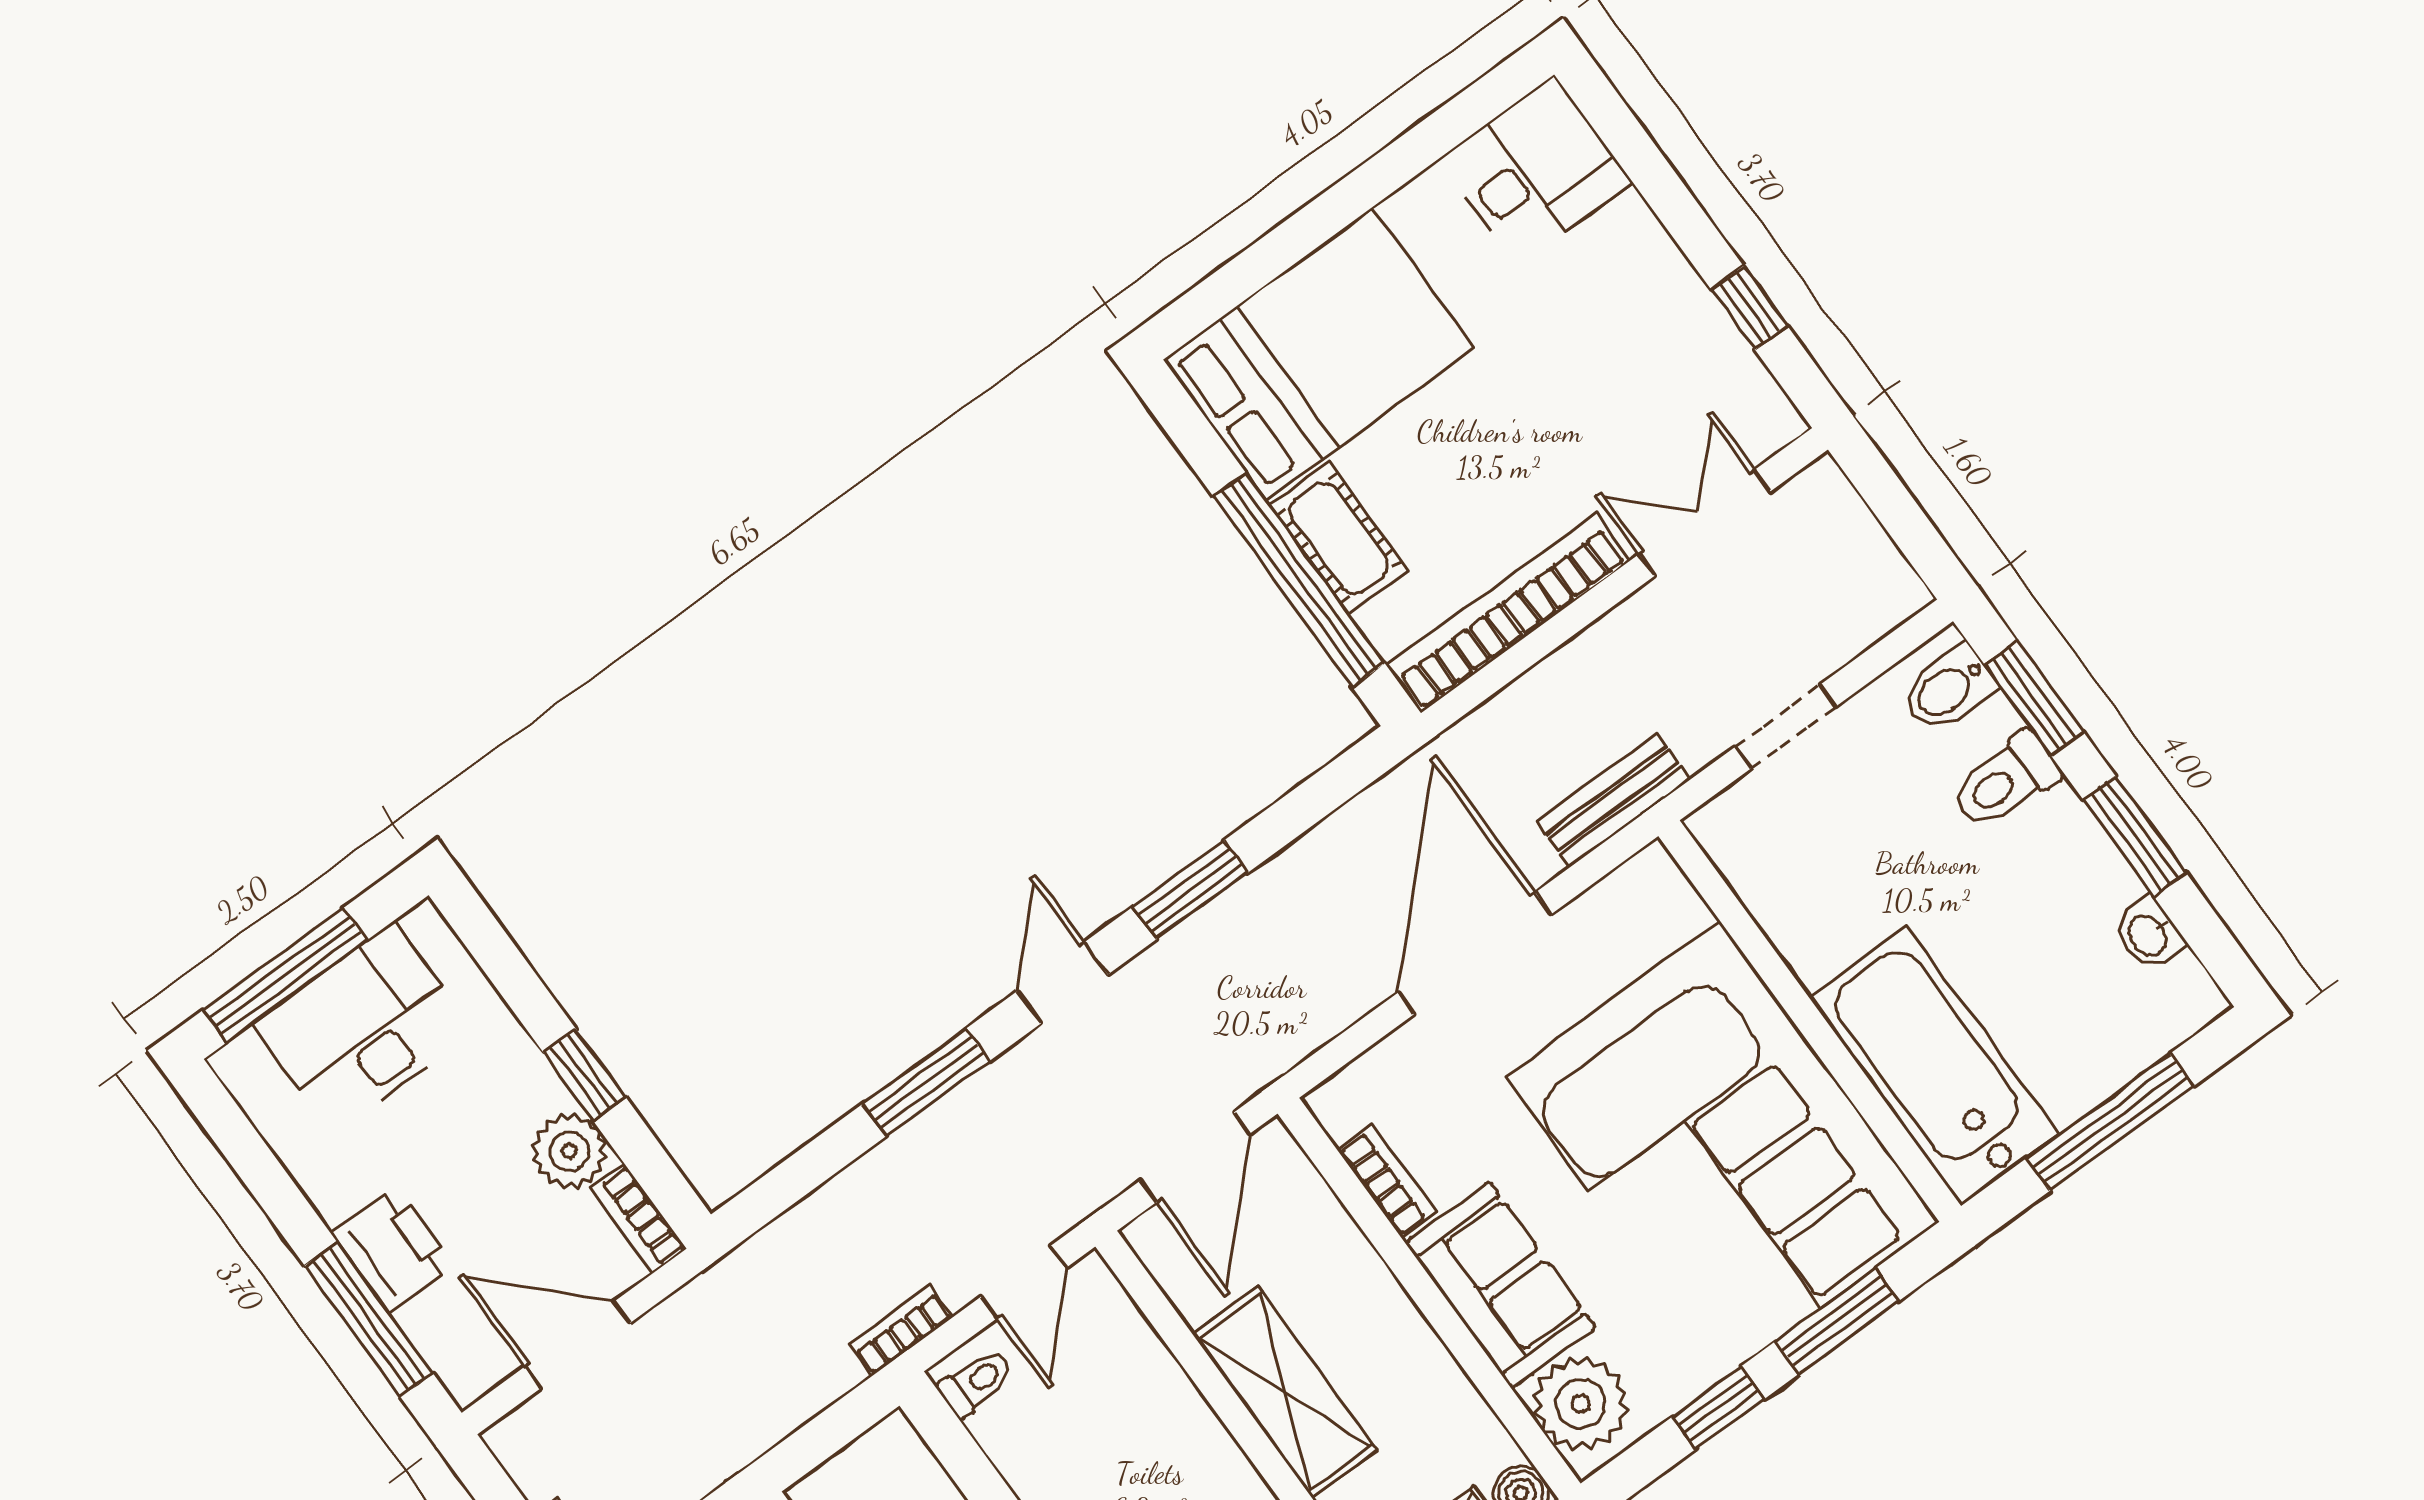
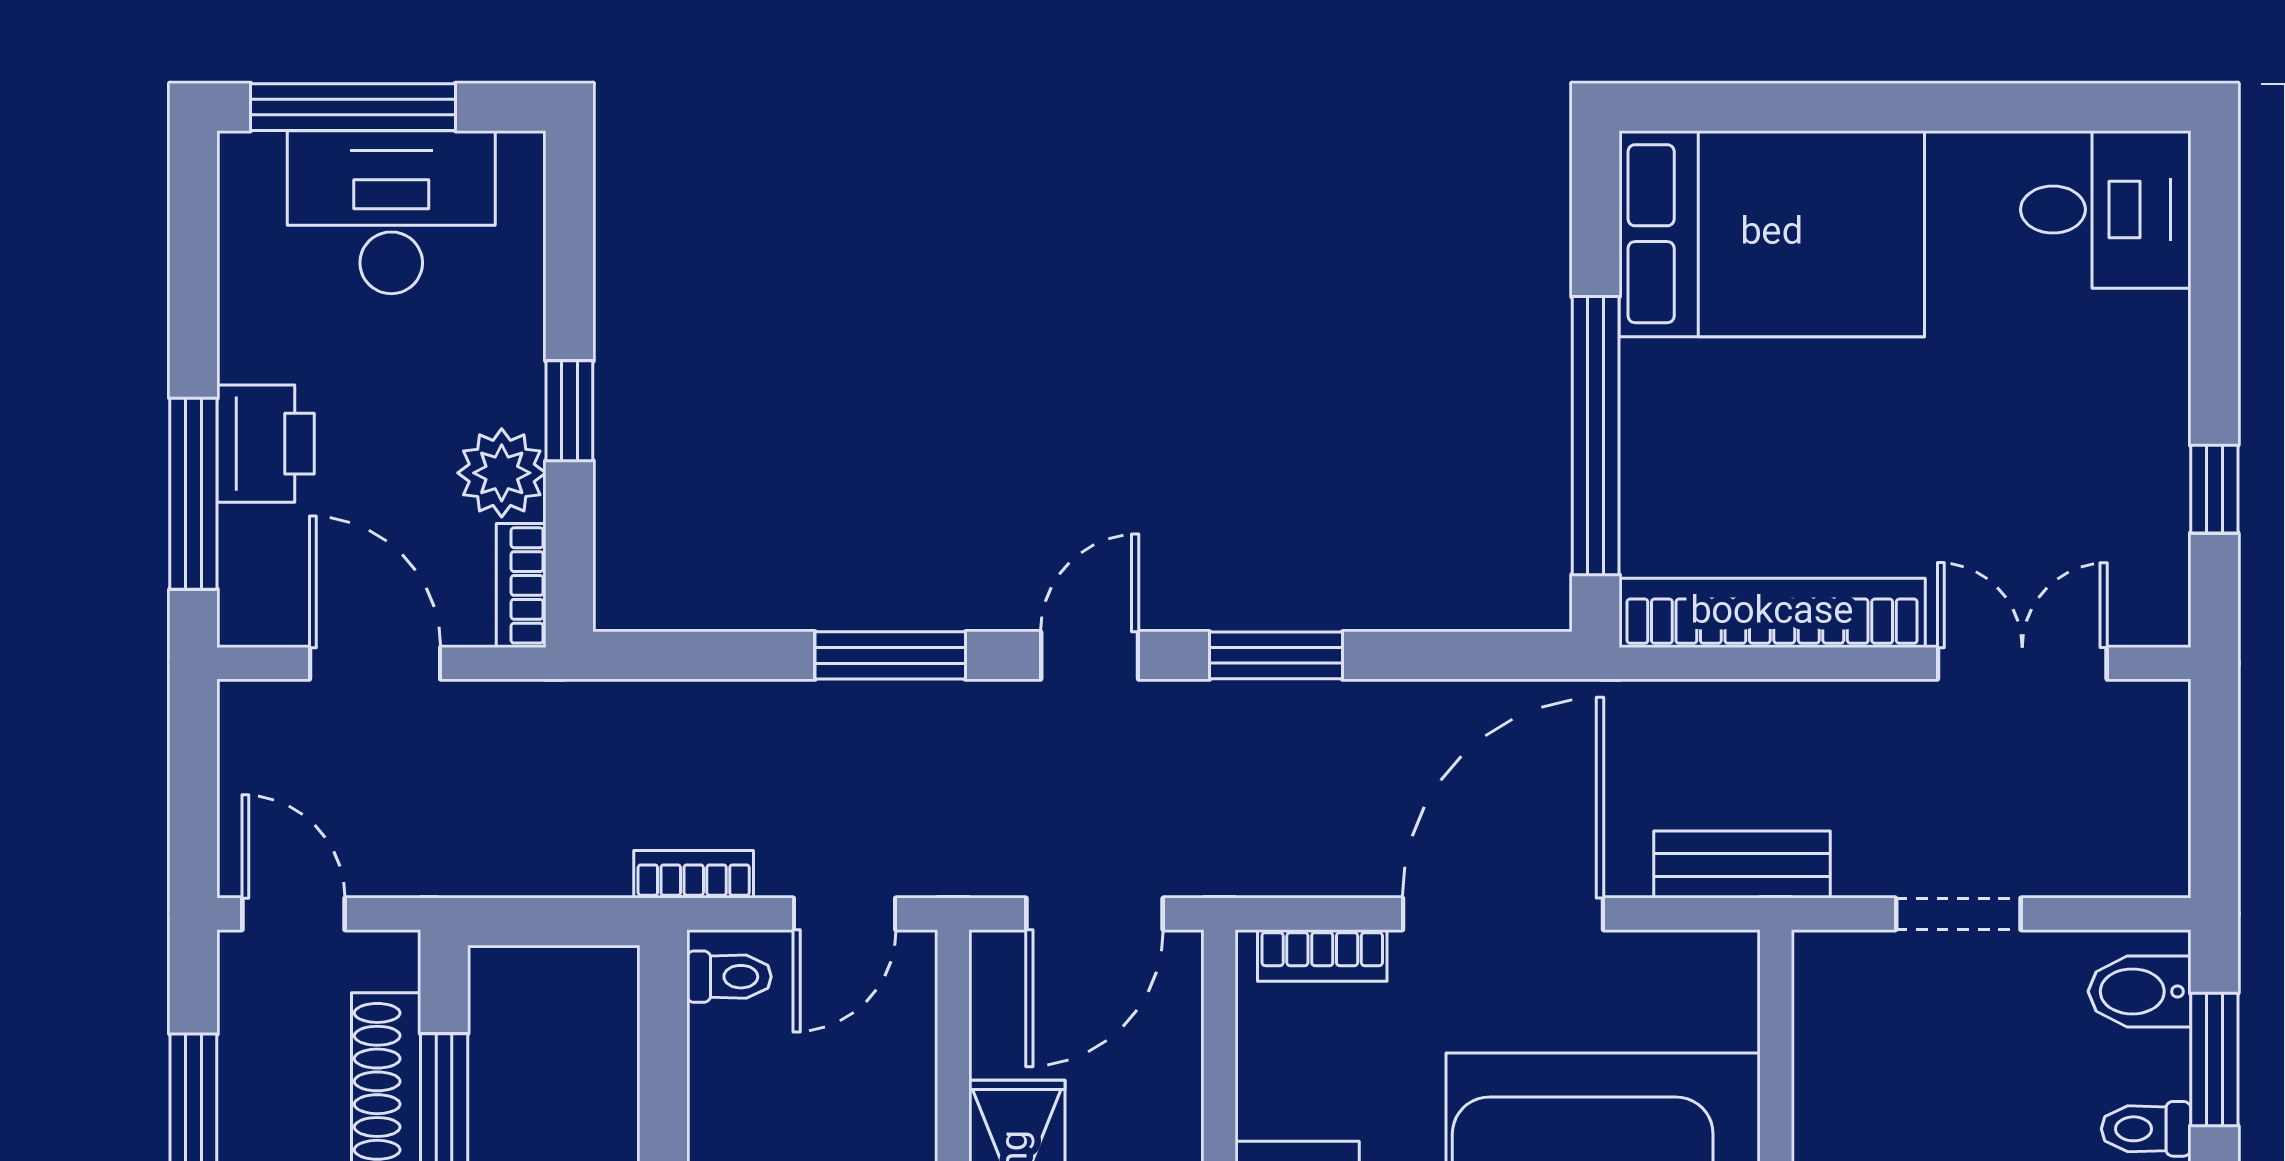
cot: (1339, 538) -> (1663, 423), removed
toilet: (2005, 781) -> (2146, 1129), width x0.73, depth x0.72
bookcase: (1387, 1181) -> (1322, 955), moved, turned 90

